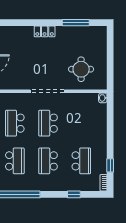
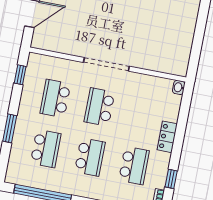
round table: (81, 69) -> (157, 44), removed
locker: (101, 135) -> (167, 137), added
school desk: (48, 161) -> (90, 157), turned 180

